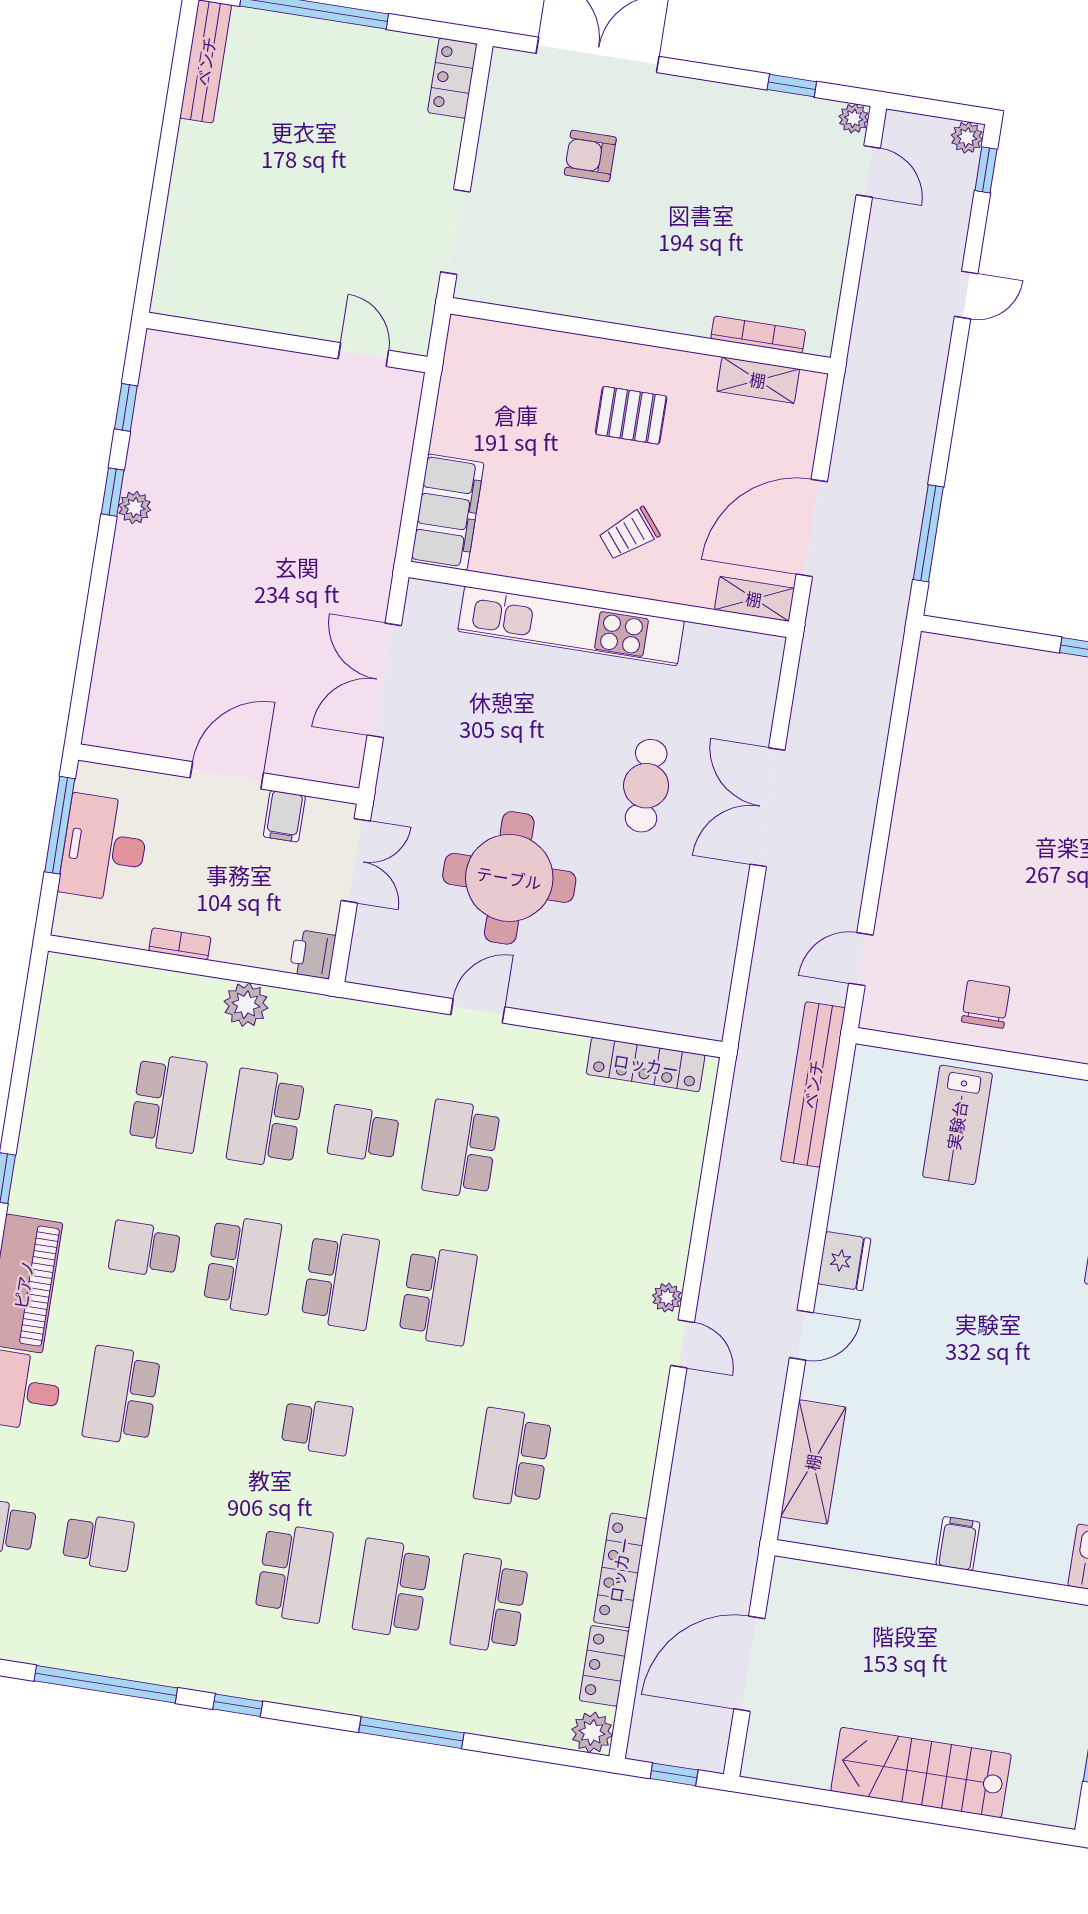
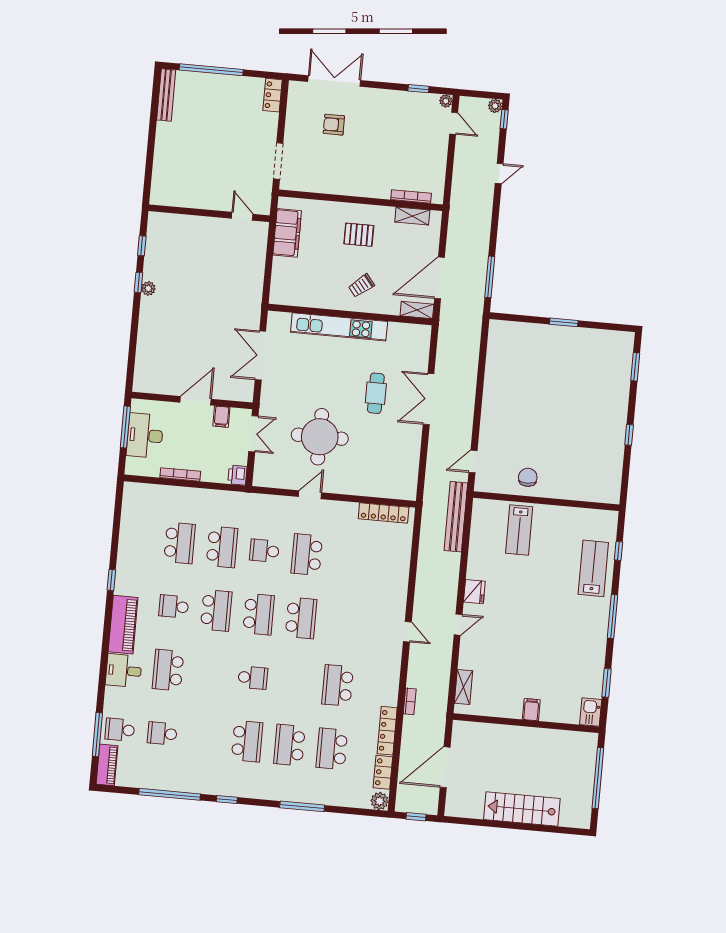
filing cabinet: (447, 512) -> (287, 233), moved
bookcase: (180, 944) -> (180, 474), width x1.56
plant: (246, 1005) -> (210, 499), removed
school desk: (266, 1118) -> (222, 547), turned 180
plant: (667, 1298) -> (399, 612), removed
shelving: (813, 1462) -> (463, 687), width x0.67, depth x0.75
bookcase: (677, 1506) -> (410, 701), added
school desk: (98, 1542) -> (162, 733), turned 180

